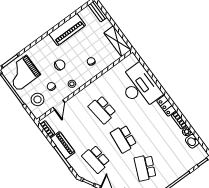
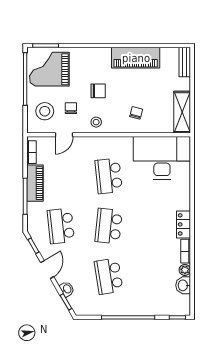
desk: (139, 87) -> (162, 158), moved, turned -90
school desk: (145, 168) -> (109, 276), turned -33

